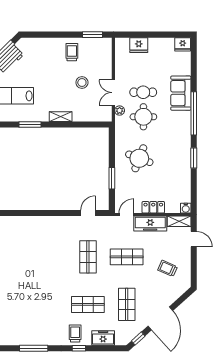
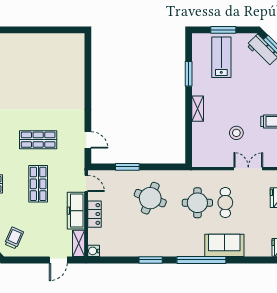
double door: (113, 93) -> (248, 169), moved
plant: (120, 111) -> (205, 176), removed
trolley: (168, 268) -> (14, 238), moved

